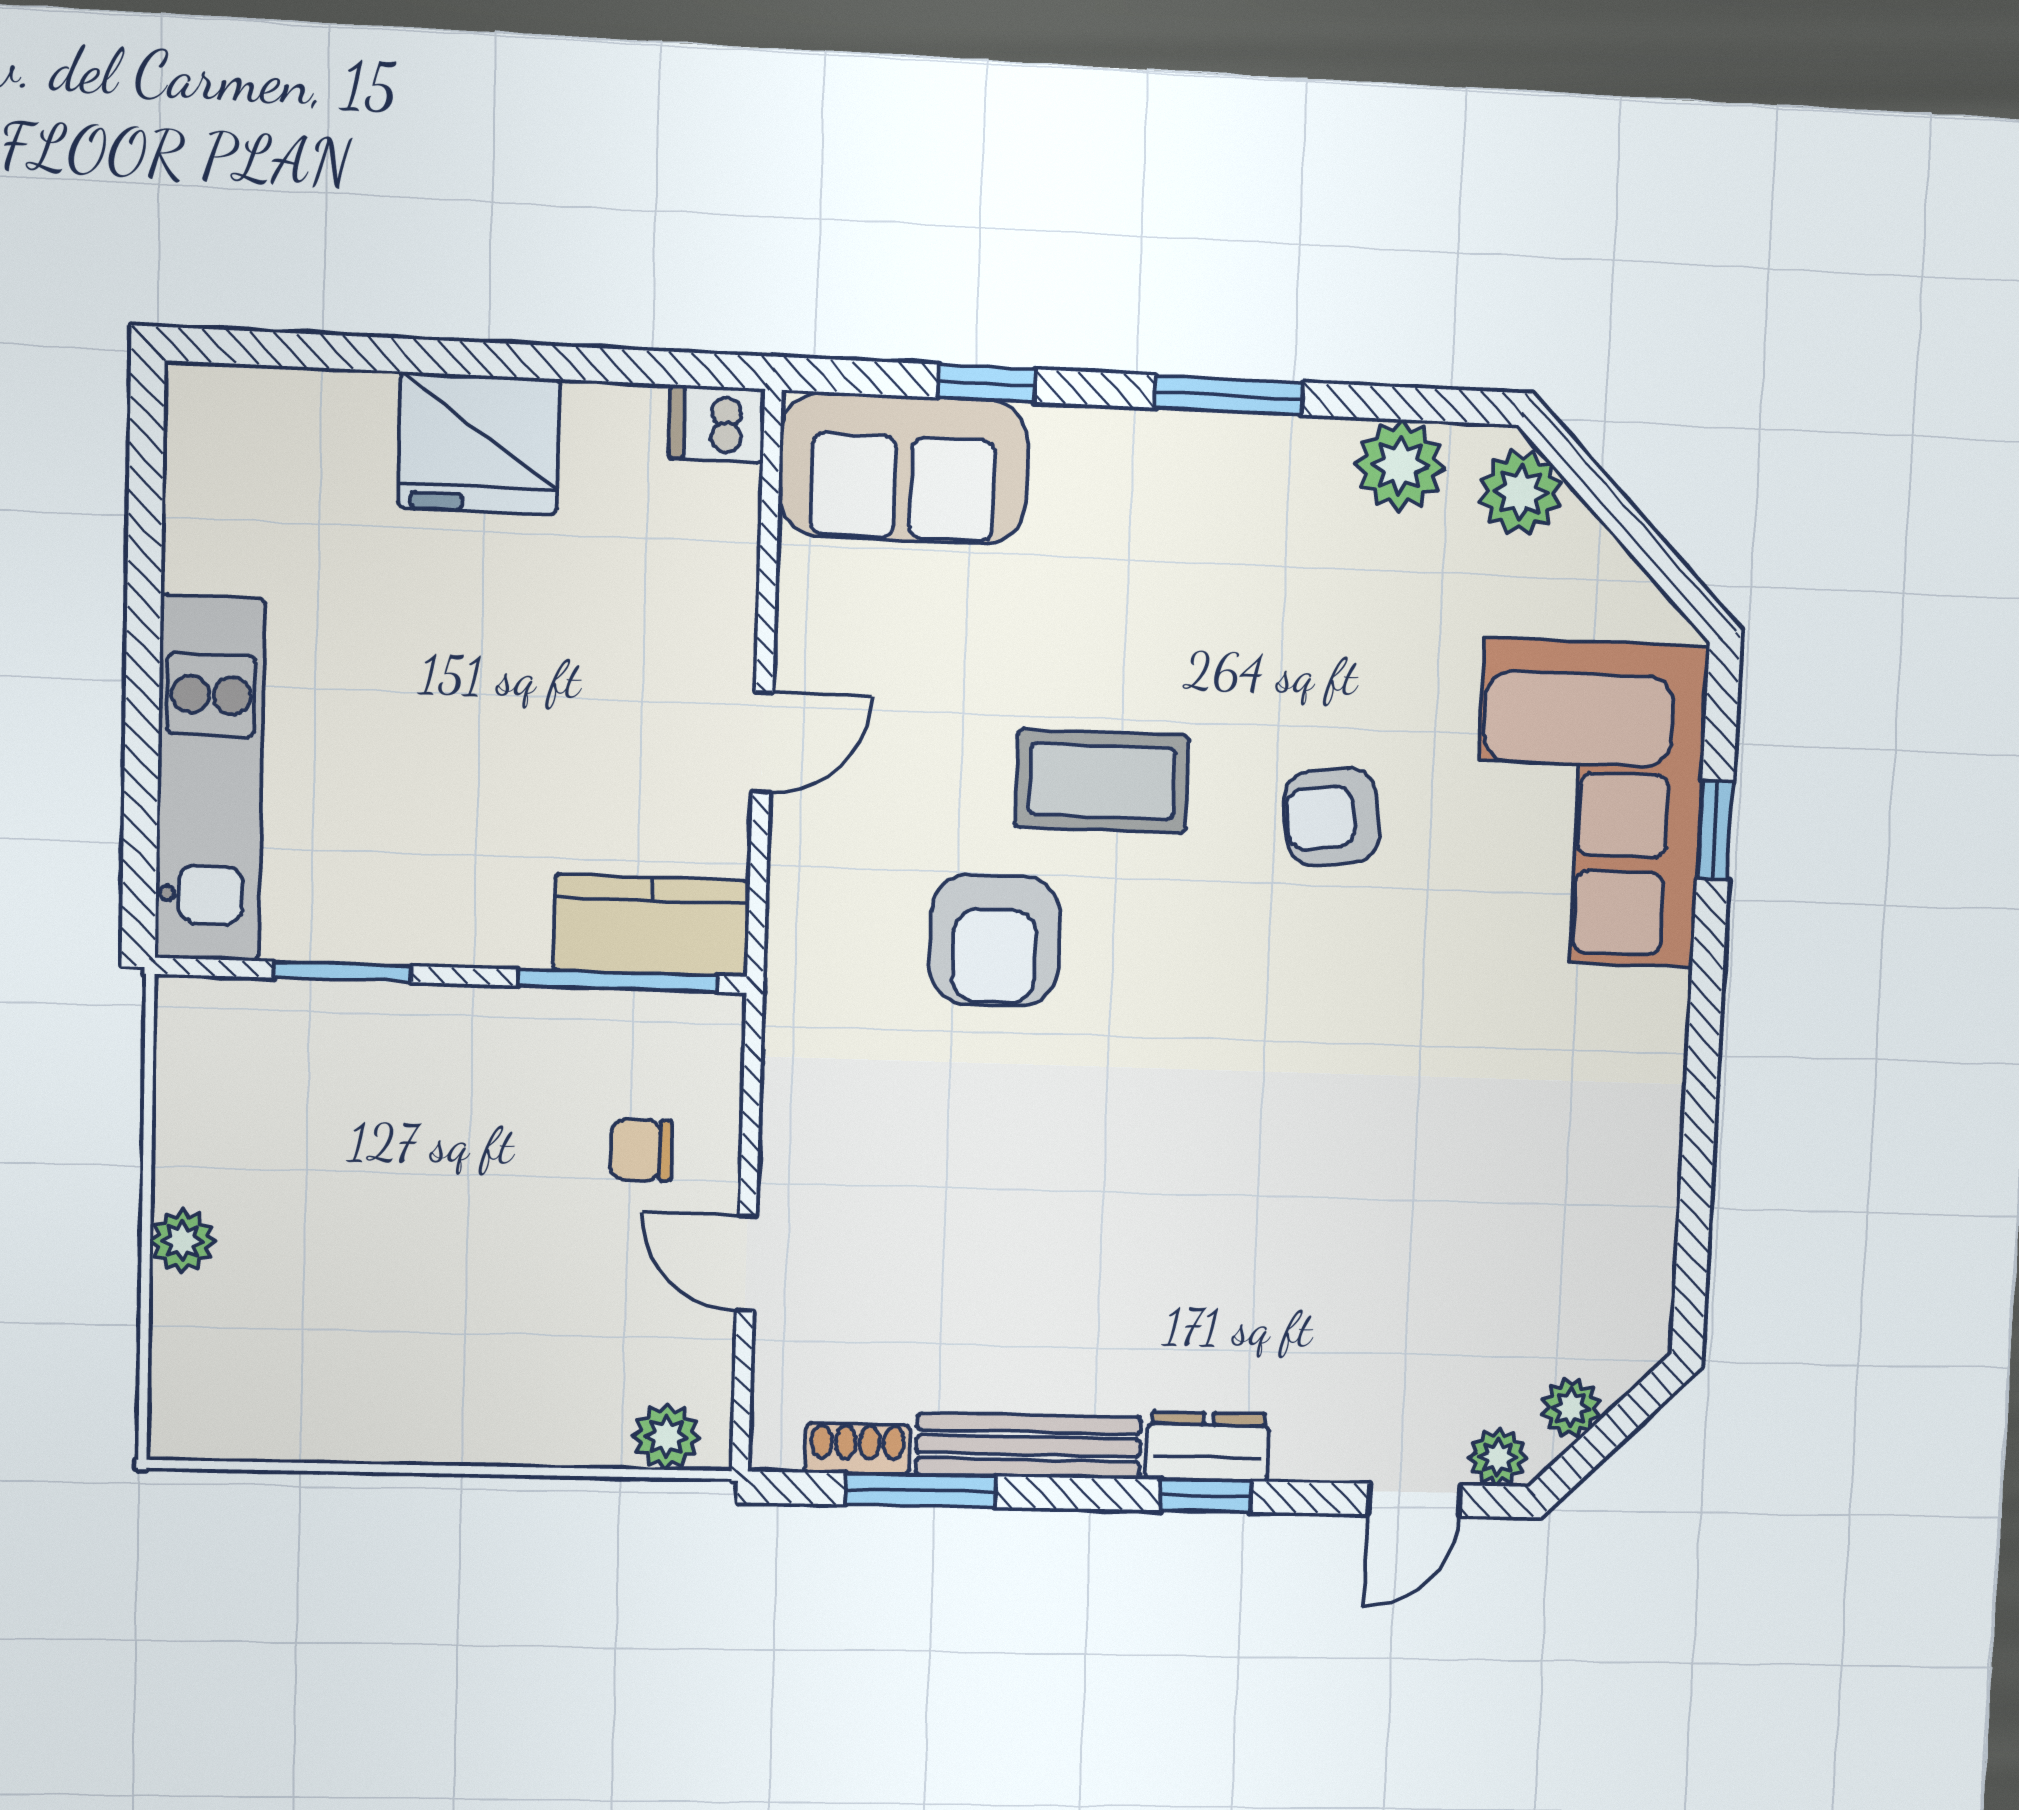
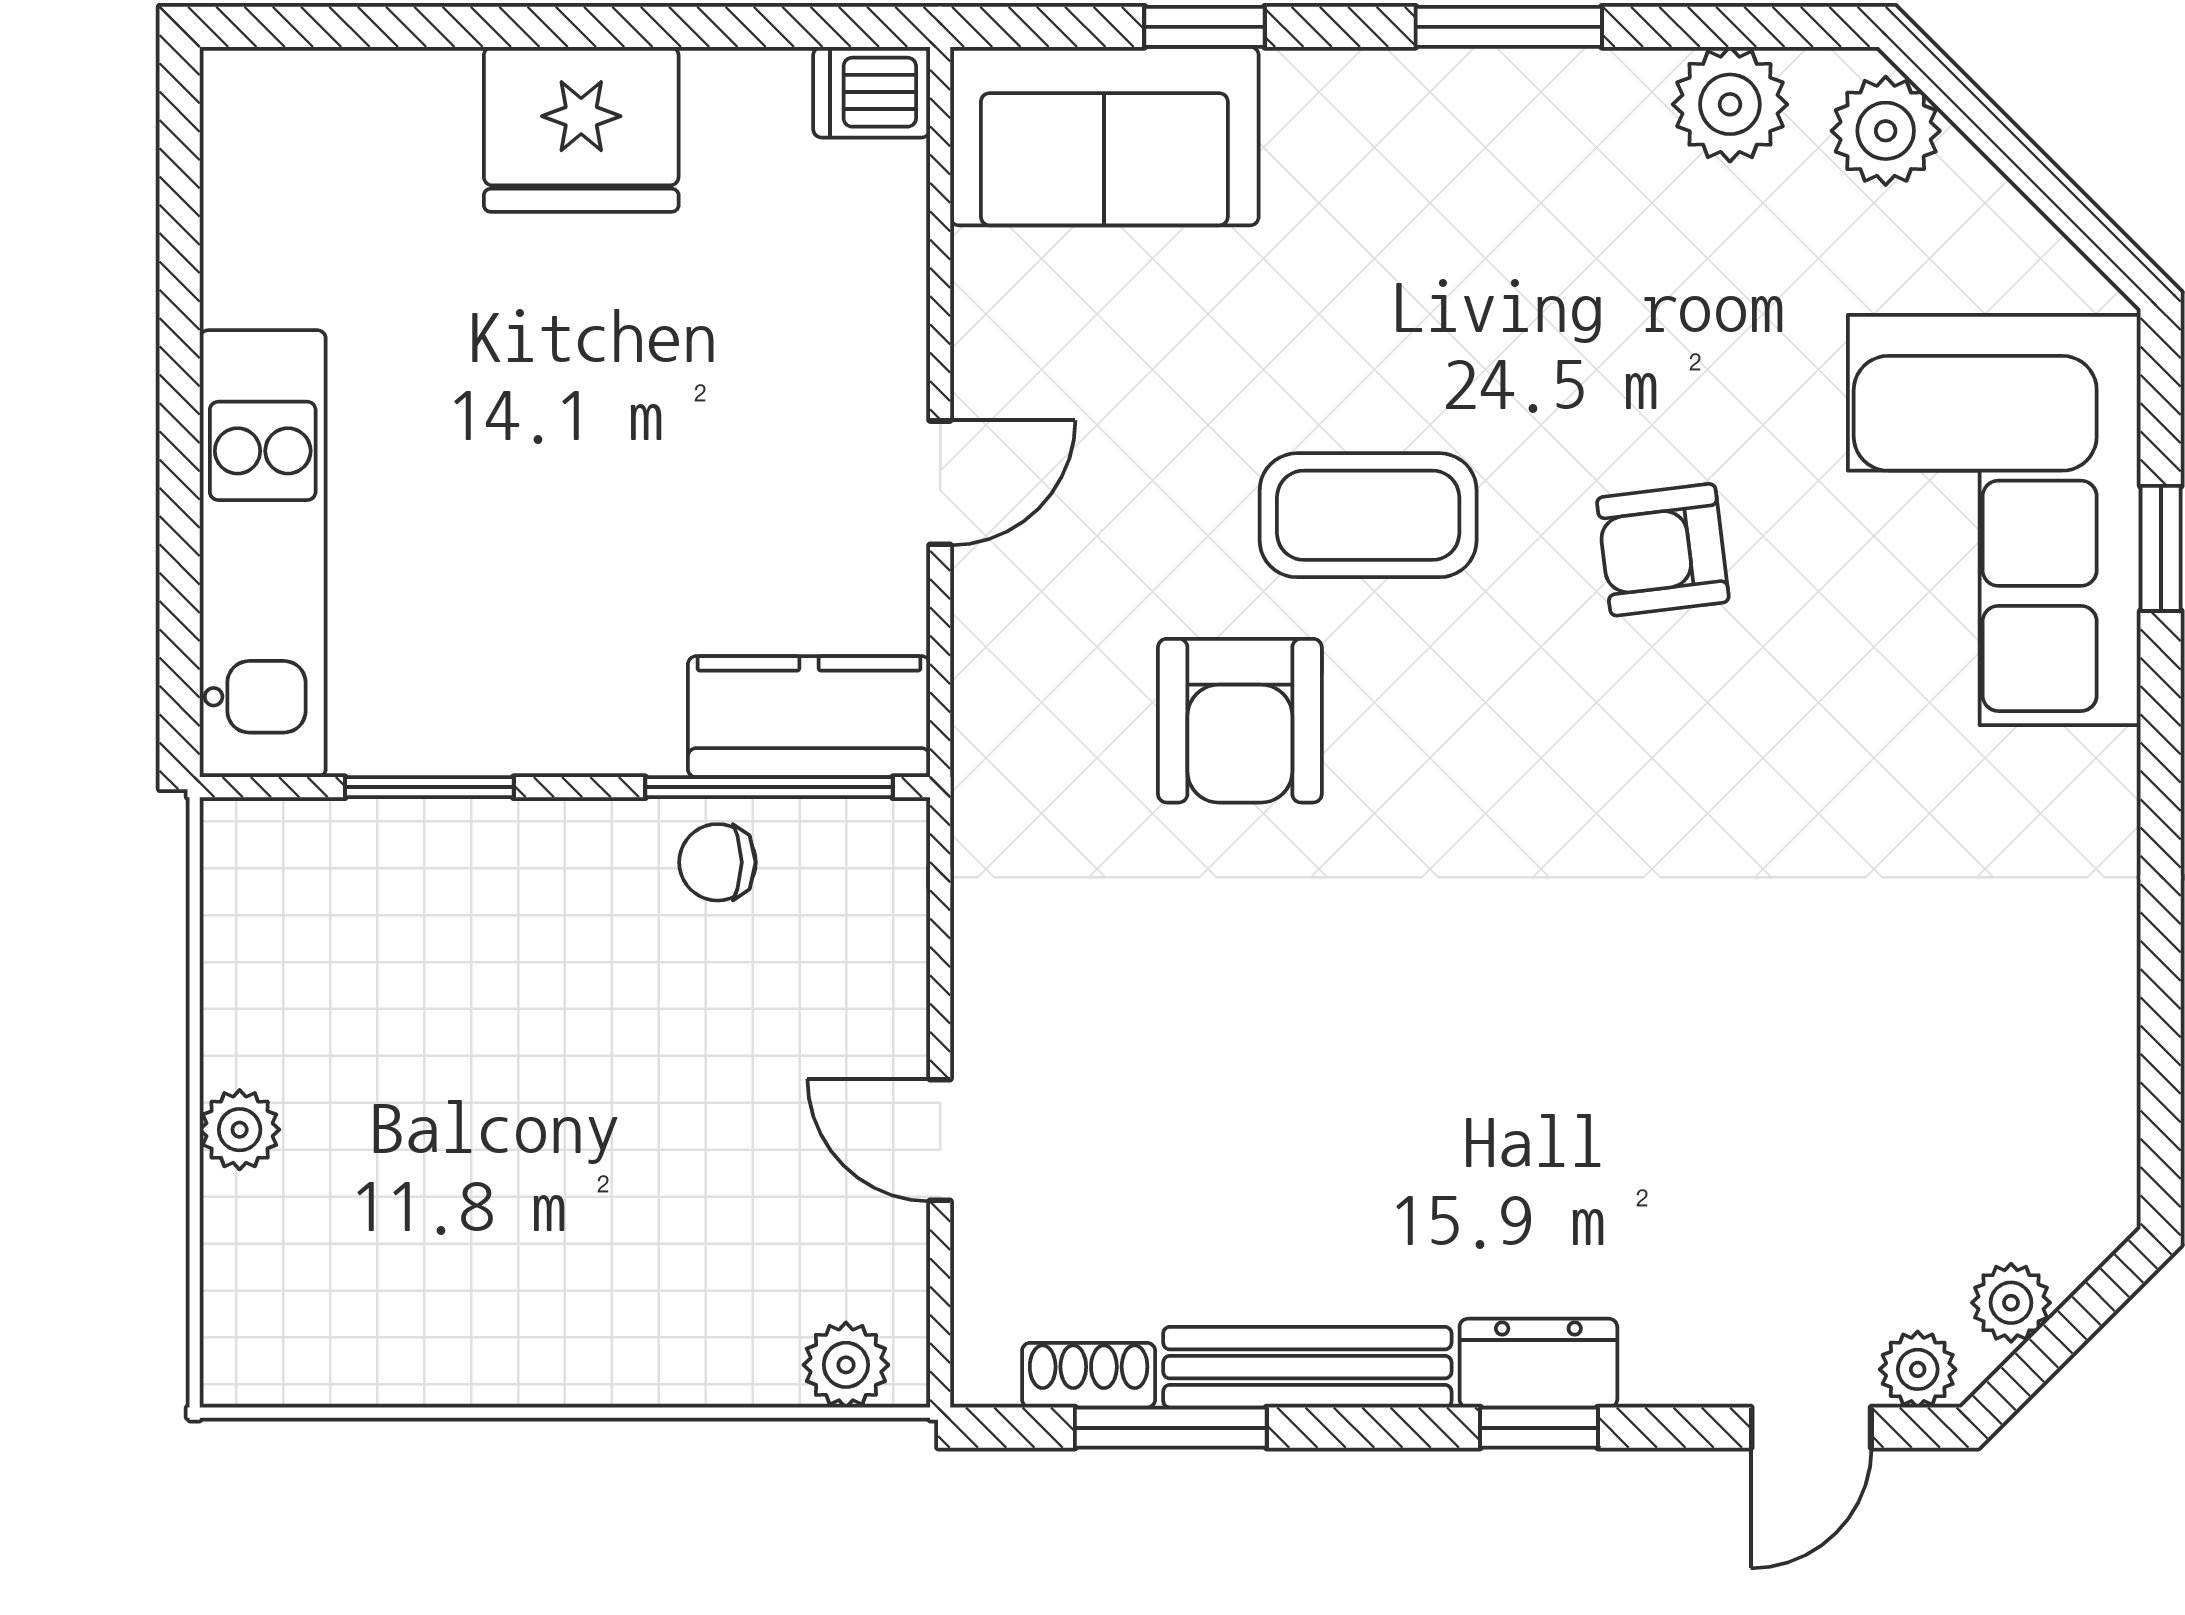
chair: (641, 1150) -> (717, 862), moved

